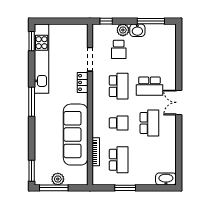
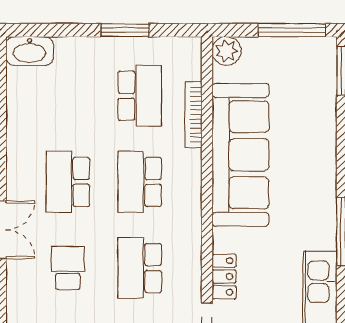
school desk: (149, 86) -> (68, 268), width x0.54
school desk: (119, 123) -> (140, 182), width x1.85
school desk: (119, 160) -> (140, 96), turned 180
plant: (58, 179) -> (226, 51), moved

